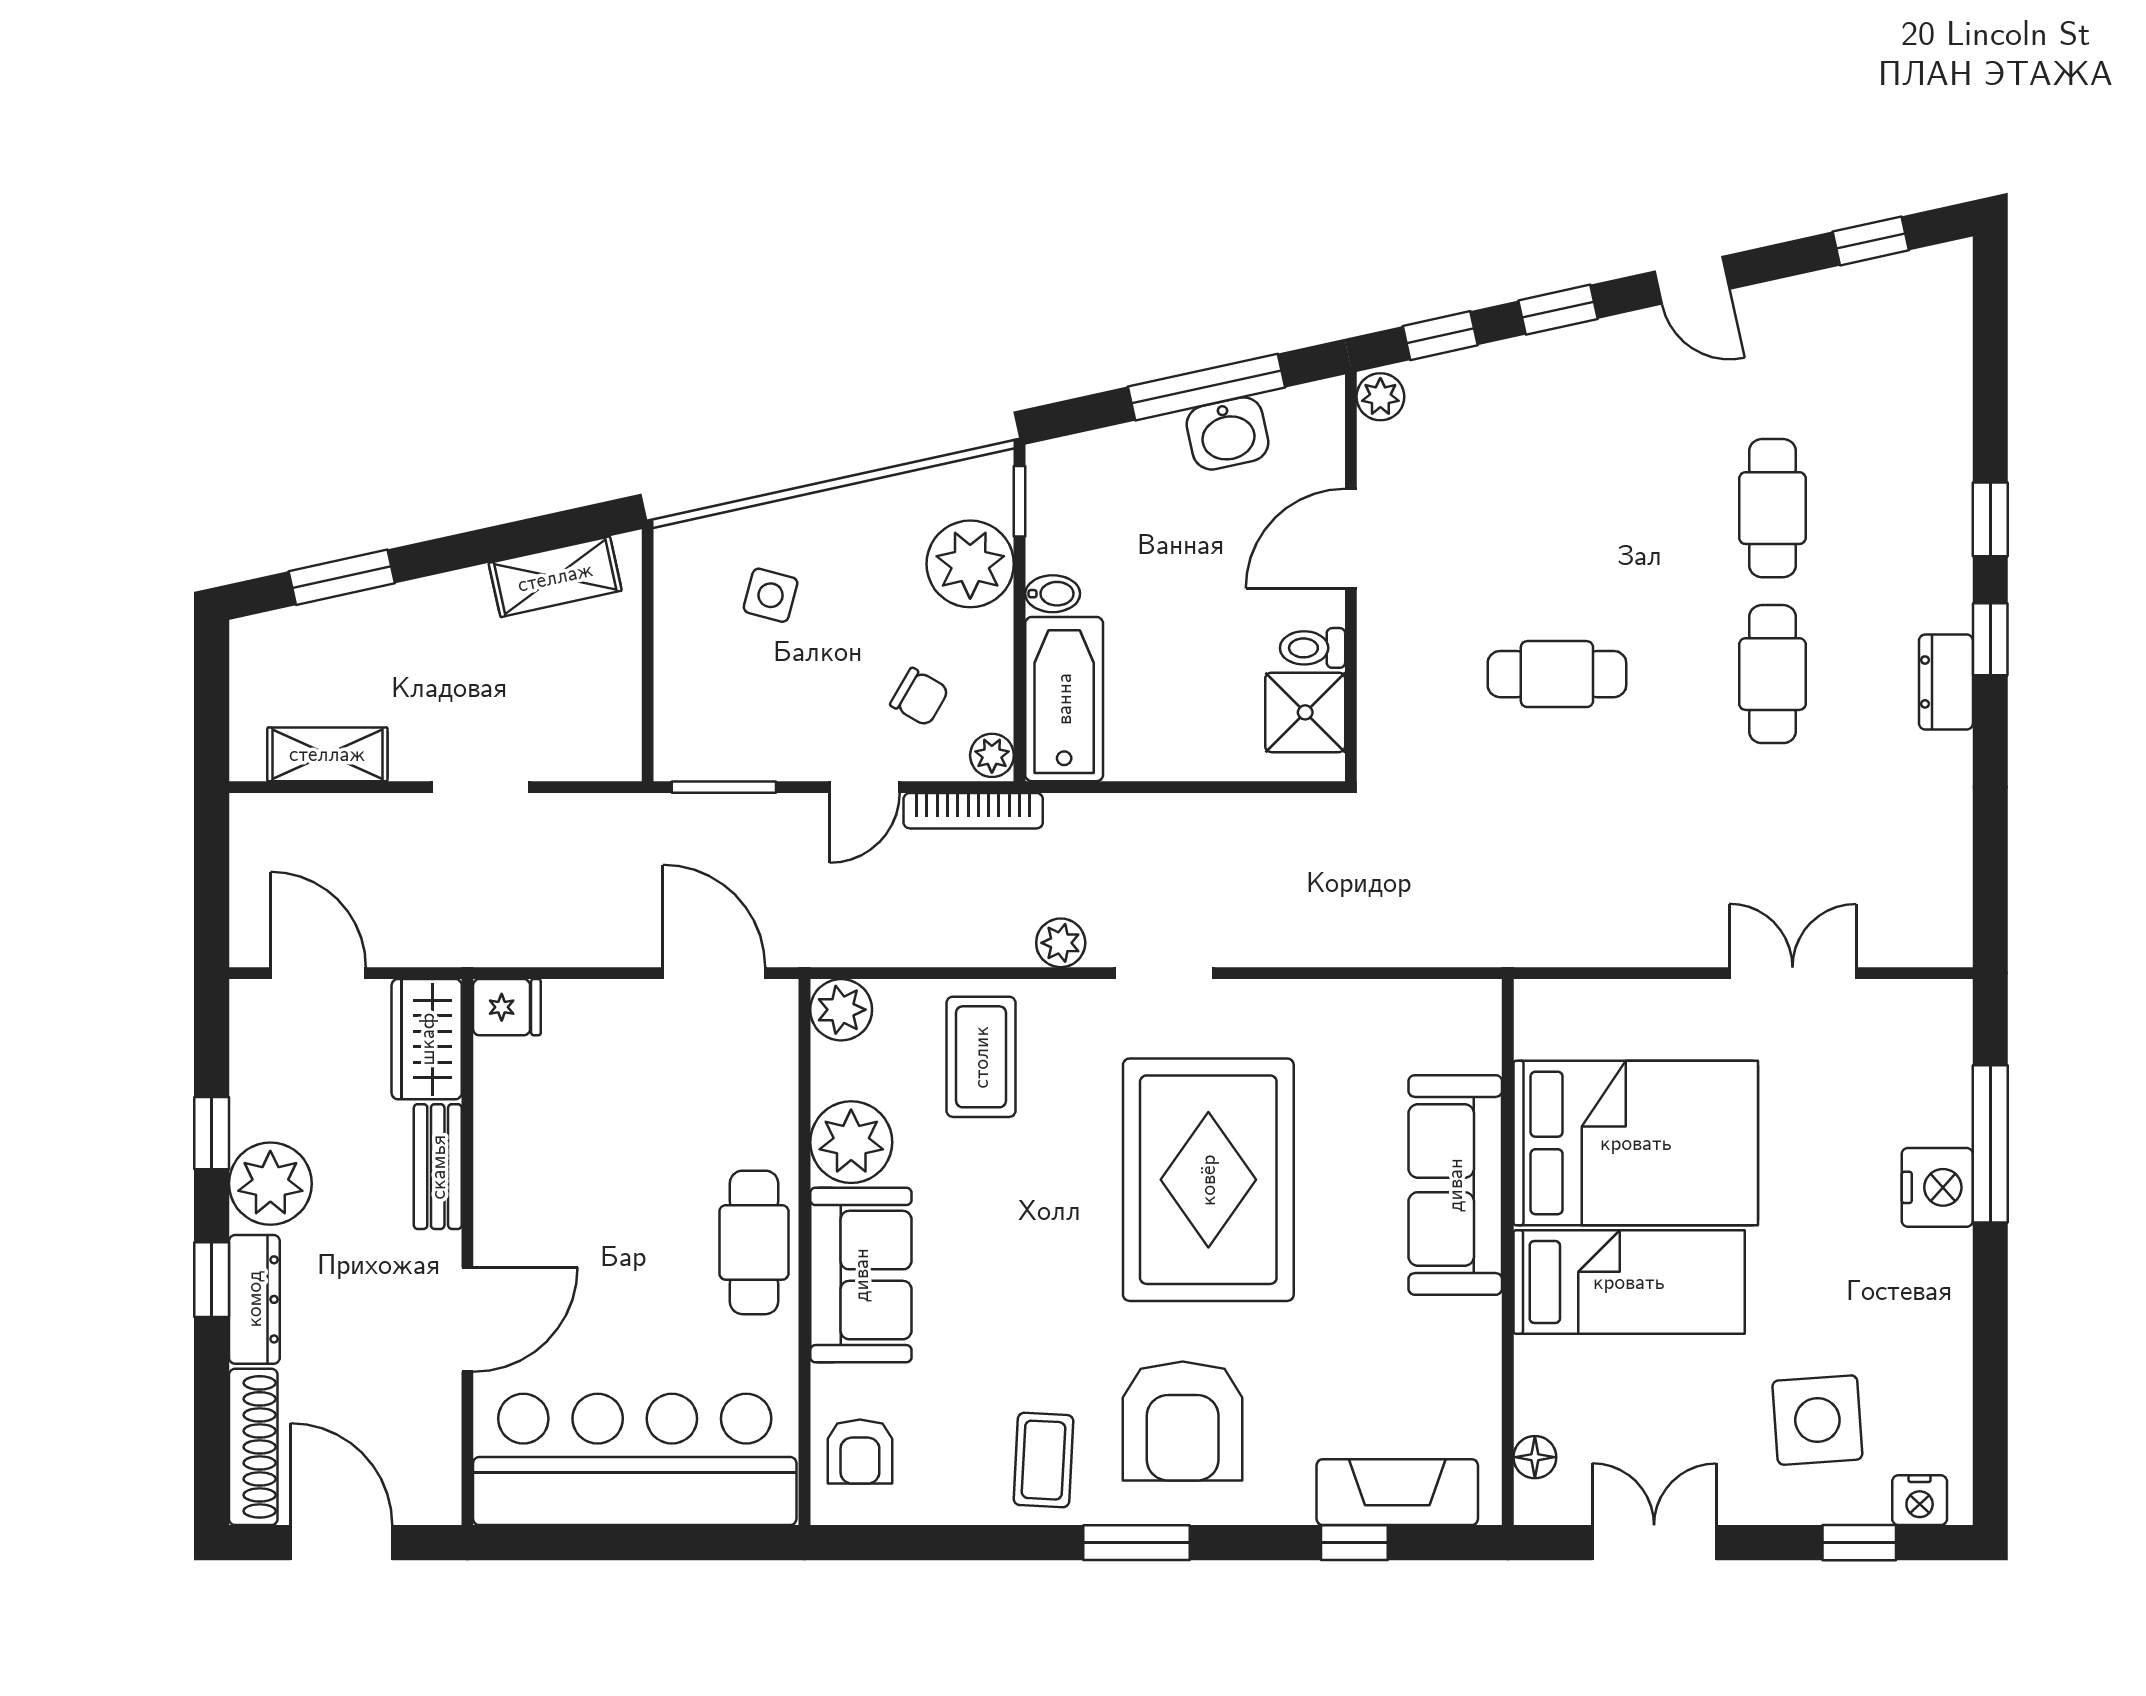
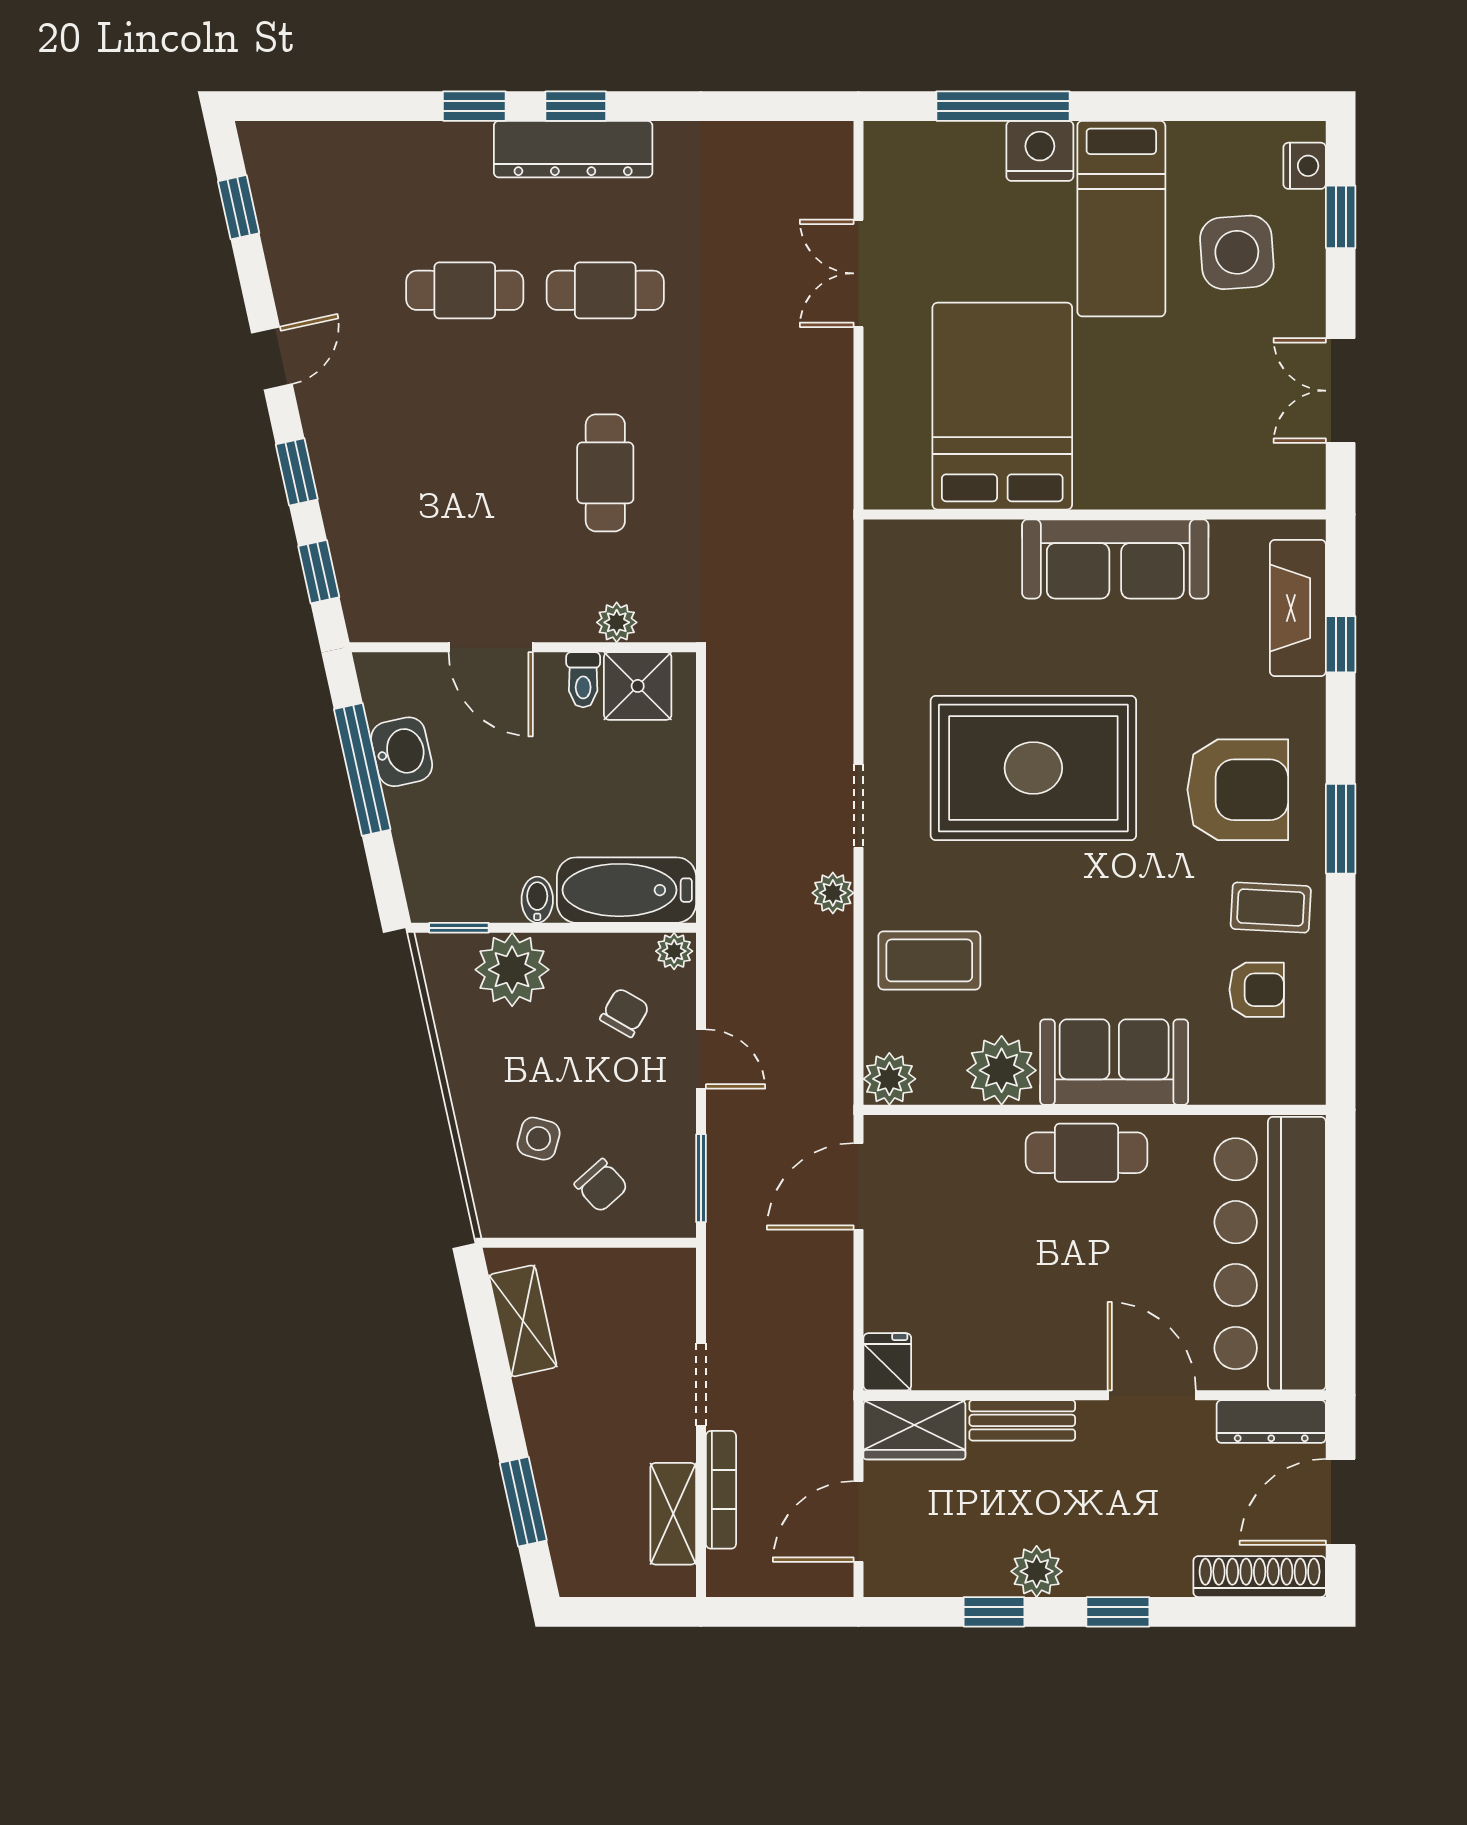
plant: (1380, 397) -> (617, 622), moved
chair: (715, 669) -> (601, 1186), added
dresser: (1946, 682) -> (573, 149), width x1.96, depth x1.24
bookcase: (973, 811) -> (721, 1490), moved
plant: (270, 1184) -> (1037, 1571), width x0.73, depth x0.73
sofa: (1455, 1185) -> (1115, 559), moved
bed: (1629, 1282) -> (1121, 219), moved, turned 180
dresser: (254, 1299) -> (1271, 1422), moved, turned 180
armchair: (860, 1452) -> (1257, 990), moved
floor lamp: (1535, 1457) -> (1268, 491), removed

